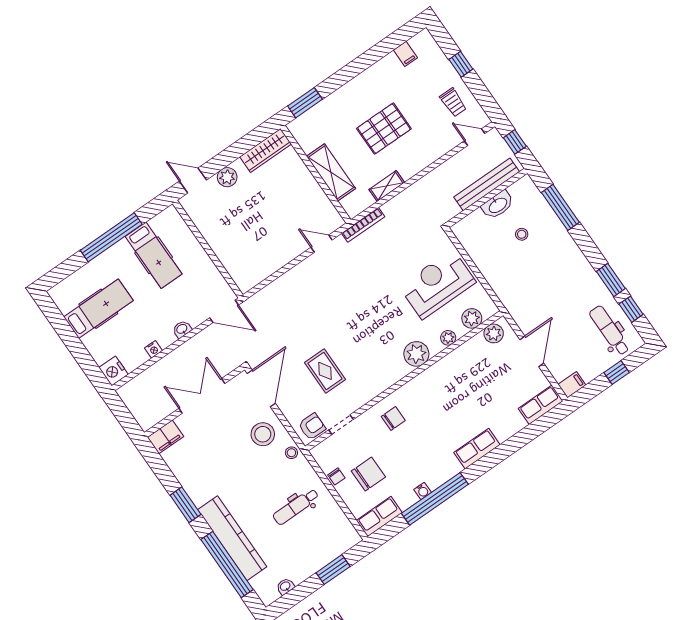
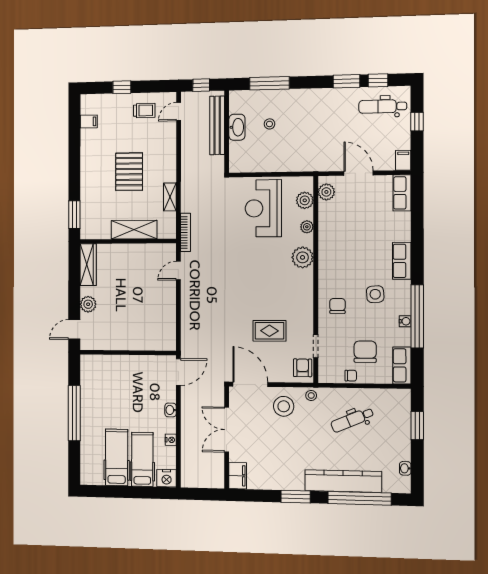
hospital bed: (154, 255) -> (142, 459), moved, turned -90
side table: (429, 446) -> (375, 294), added
dental chair: (296, 507) -> (352, 420), turned 67

